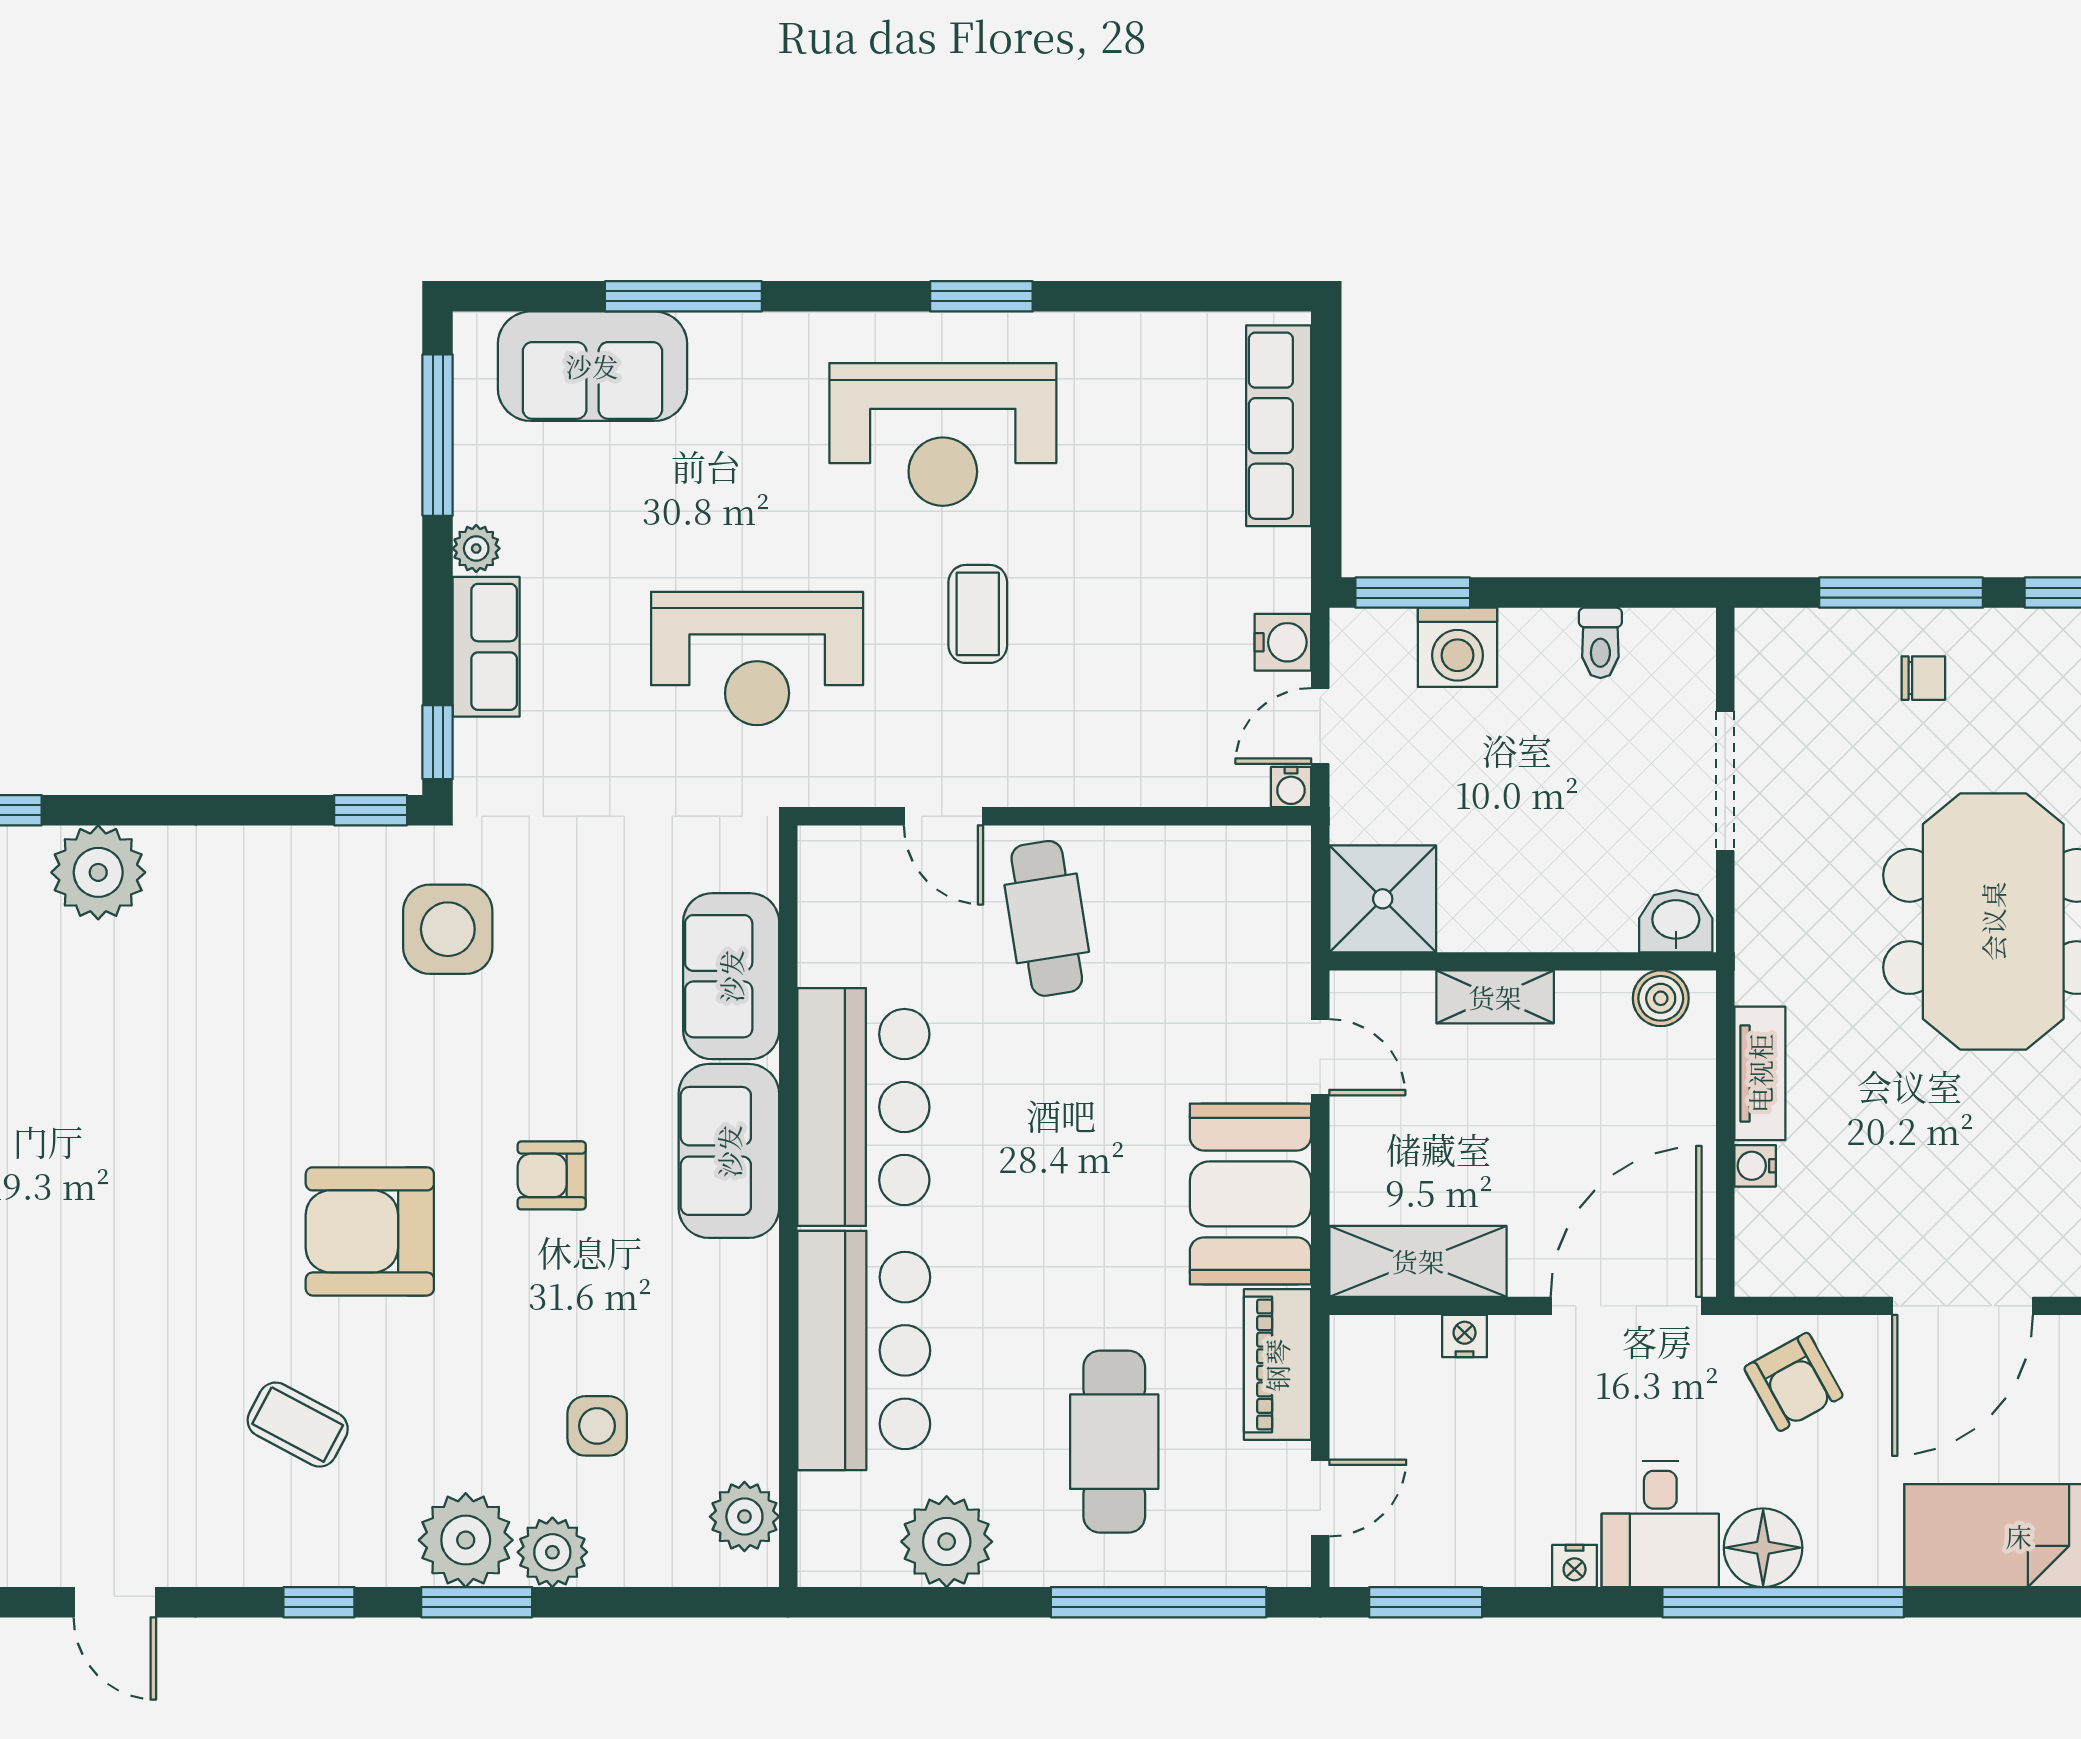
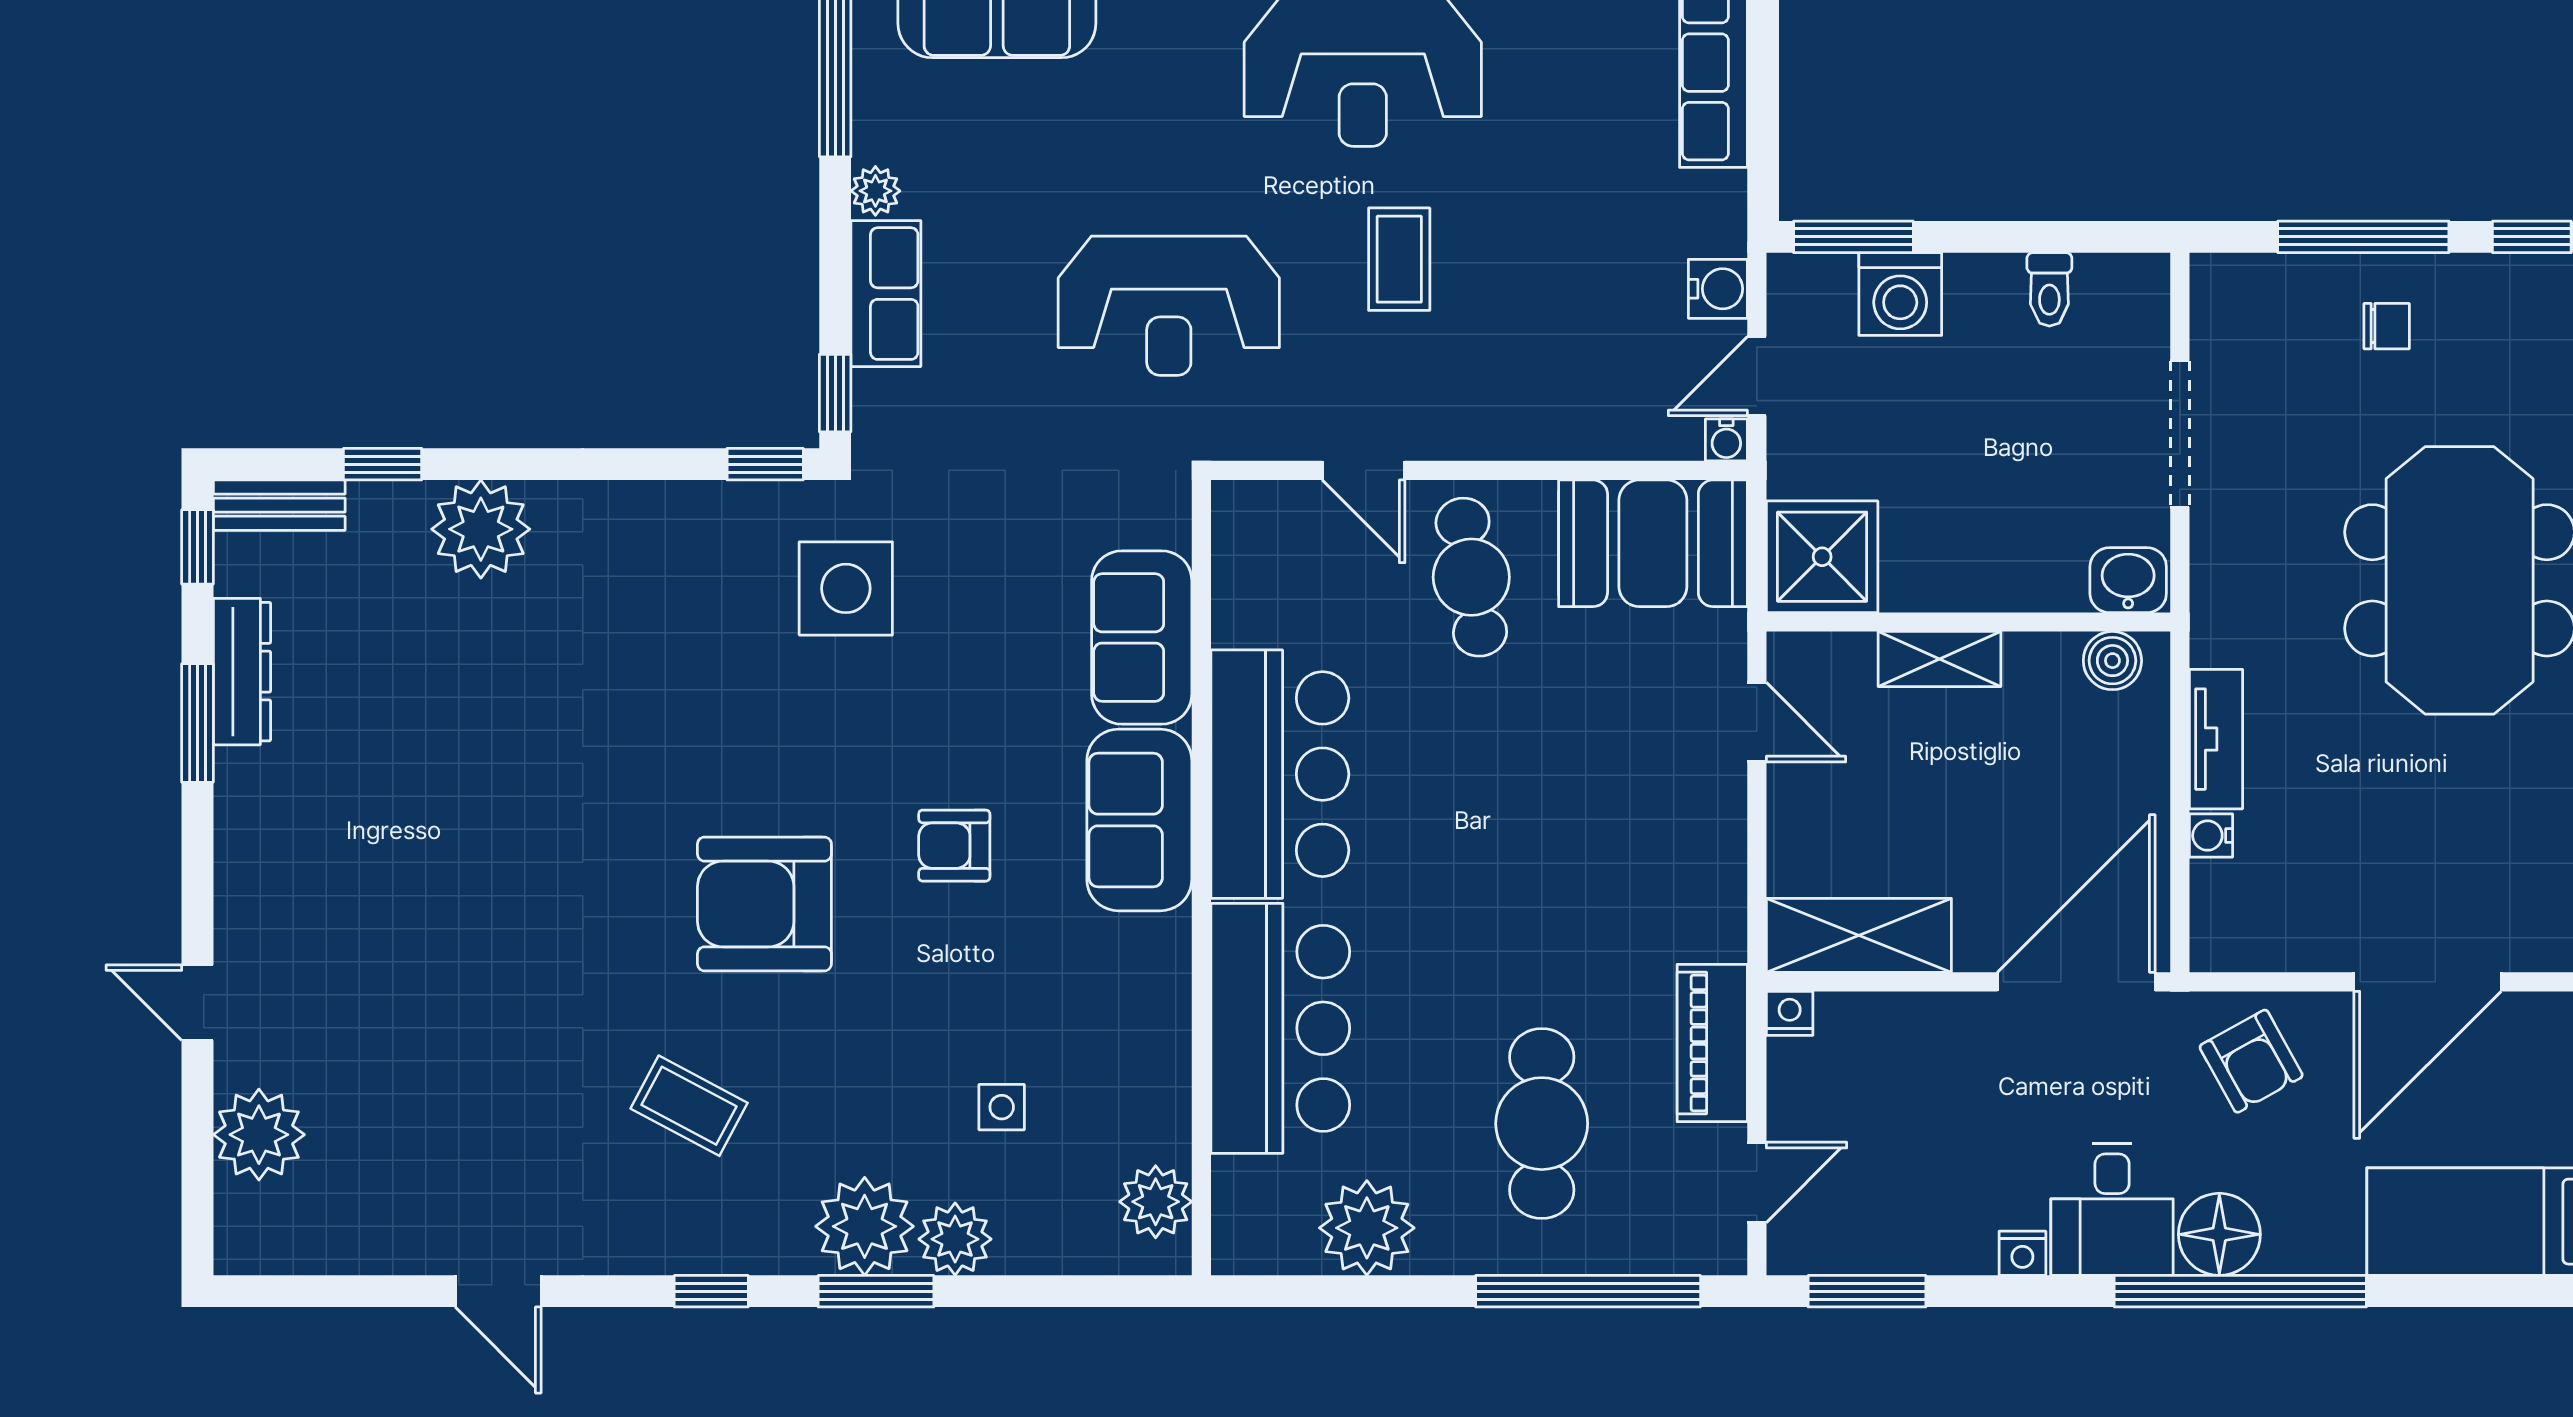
booth: (1250, 1194) -> (1653, 543), moved, turned 90
nightstand: (1465, 1336) -> (1790, 1013), moved
side table: (597, 1426) -> (1002, 1107), width x0.73, depth x0.73

